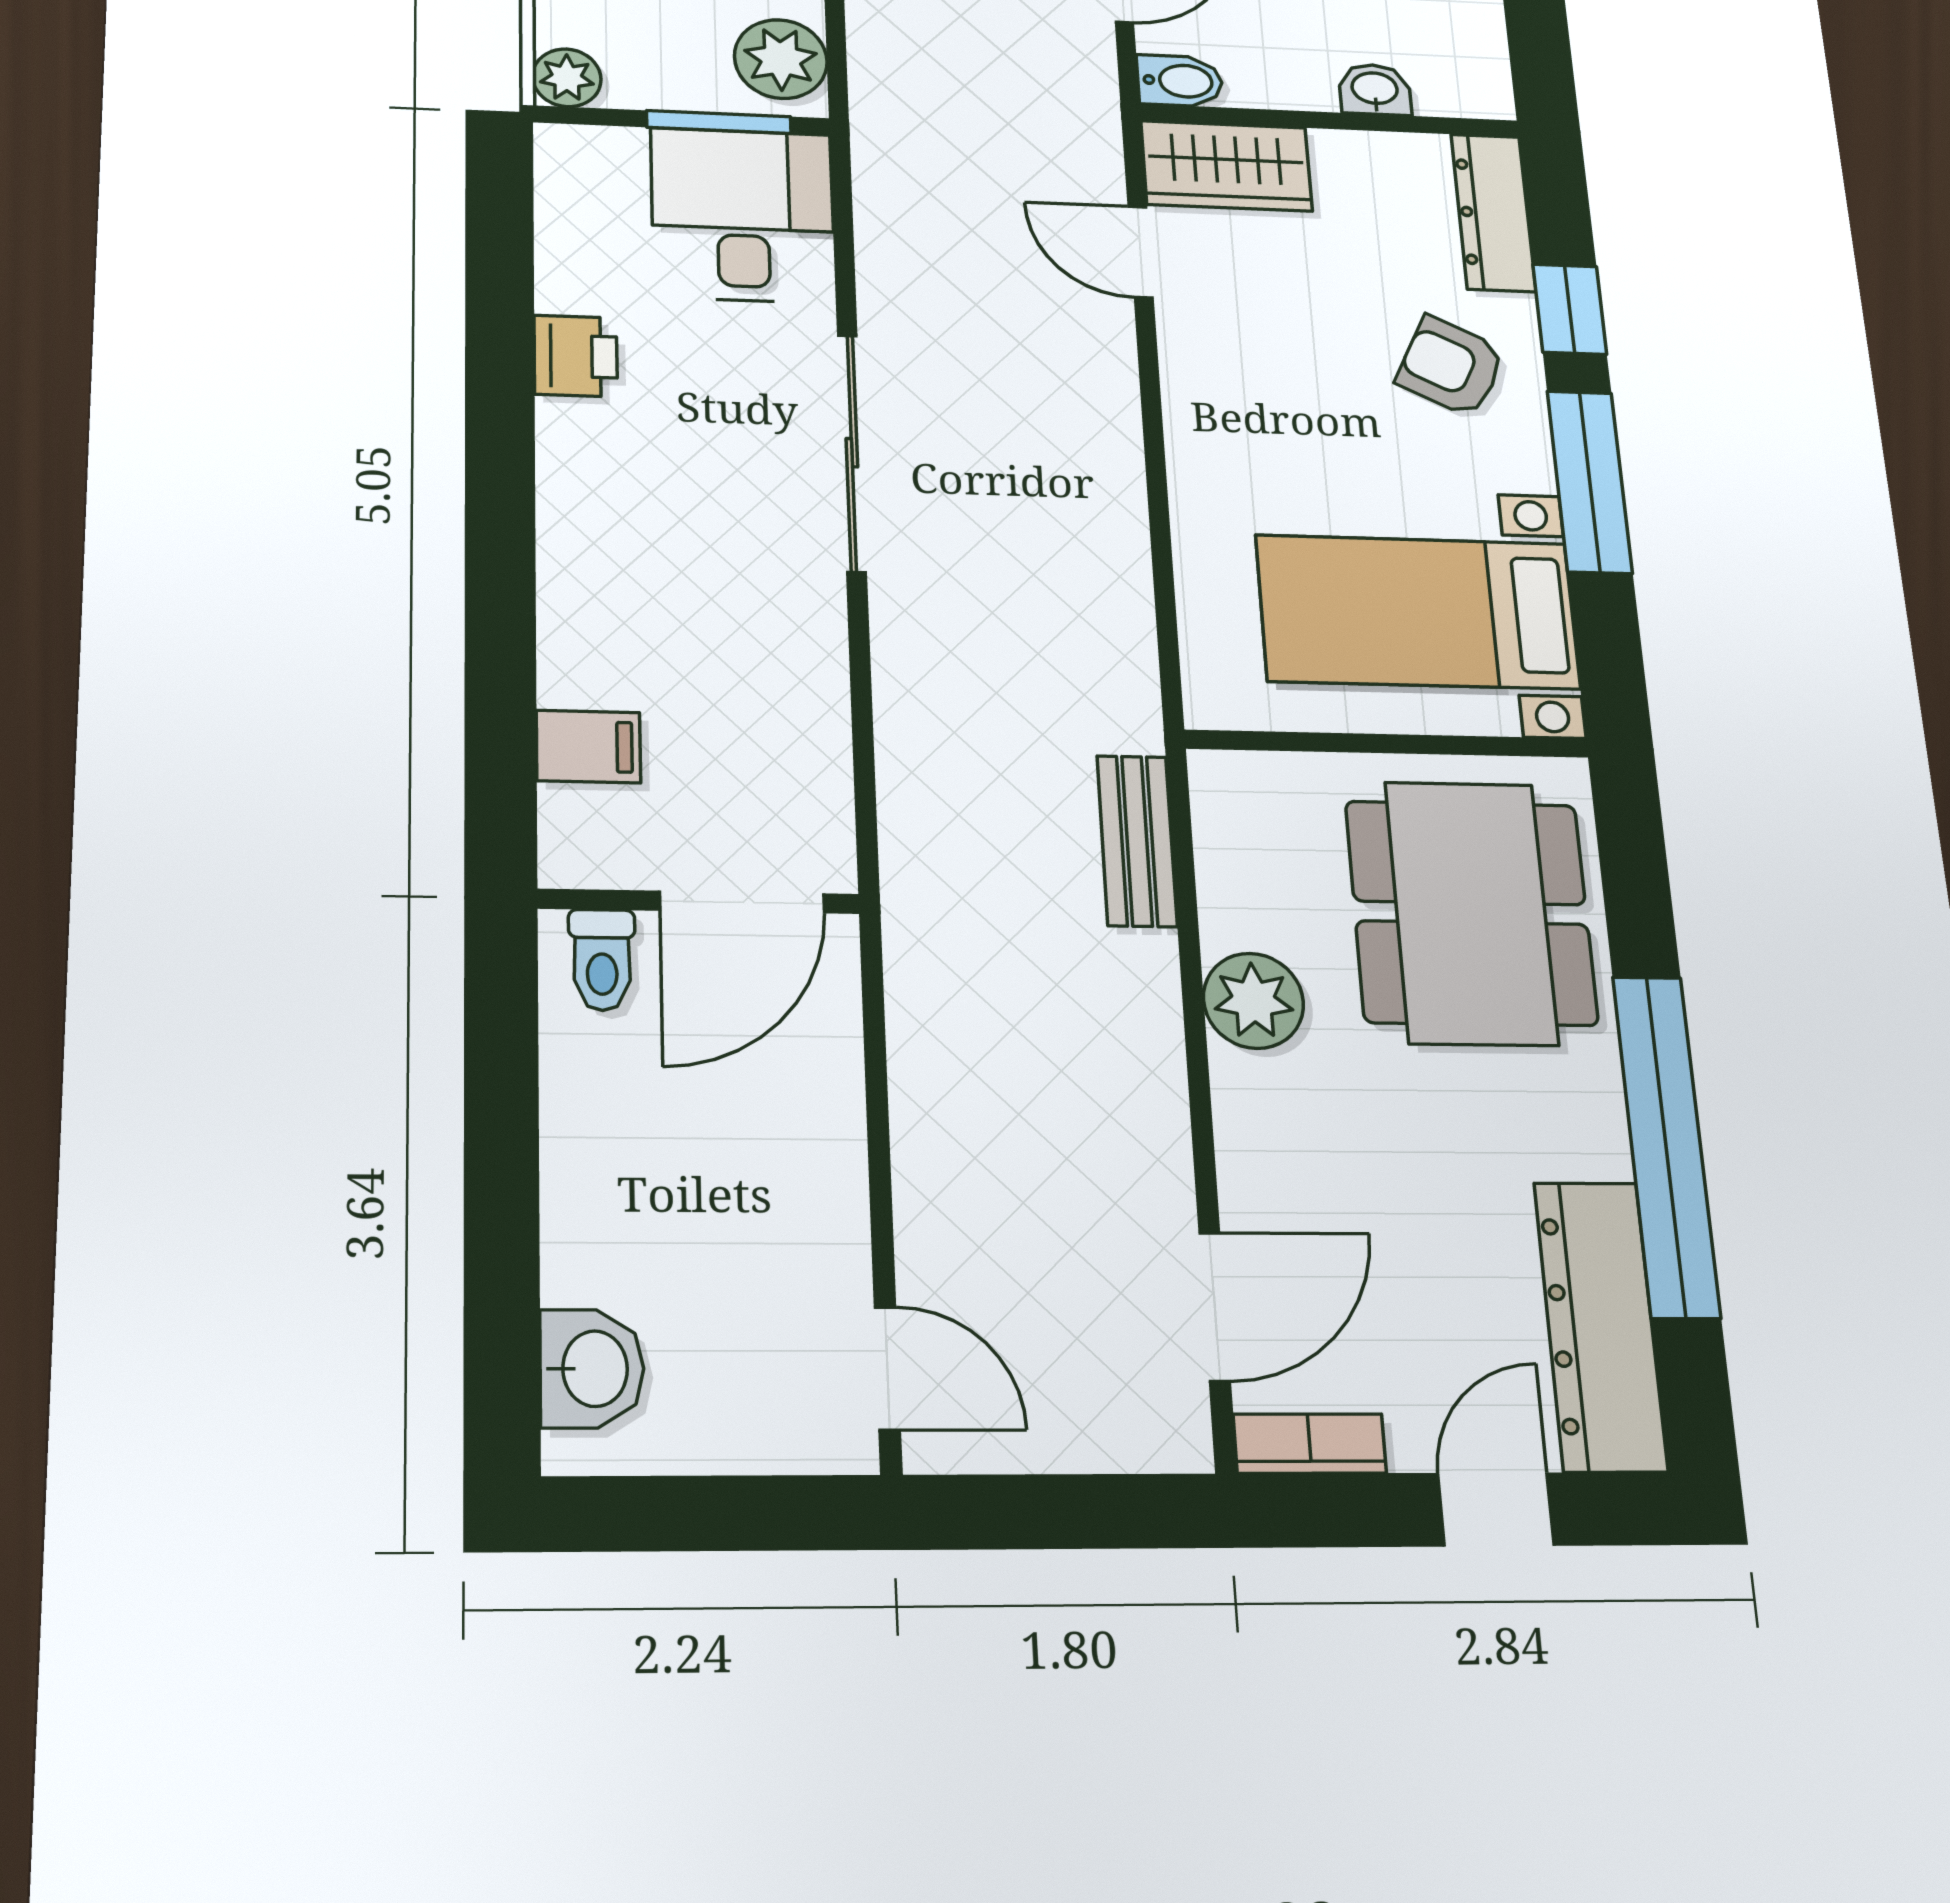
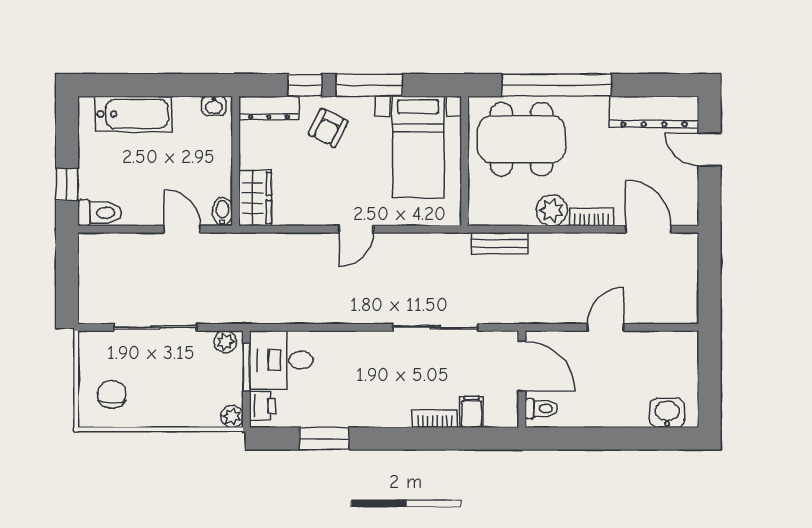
plant: (781, 59) -> (225, 342), width x0.73, depth x0.73
washbasin: (1375, 90) -> (214, 106), moved, turned -90
door: (1141, 252) -> (356, 229), moved
window: (500, 322) -> (324, 439), added
printer: (576, 356) -> (263, 406), moved, turned 90
sliding door: (852, 453) -> (435, 327), moved
bookcase: (565, 638) -> (435, 419), added
window: (1666, 1145) -> (557, 85), moved
door: (887, 1368) -> (606, 327), moved
bookcase: (1310, 1444) -> (592, 217), moved, turned 90

